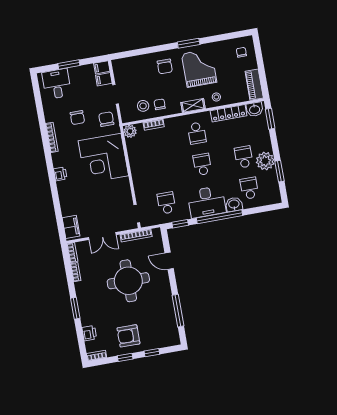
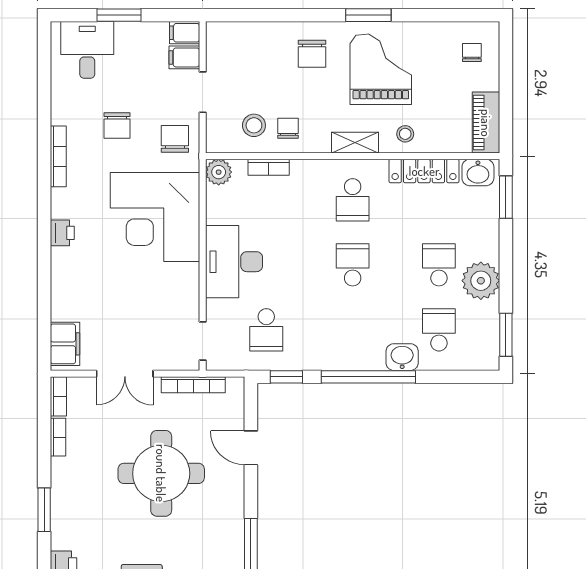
window: (279, 171) -> (506, 335), moved
desk: (207, 202) -> (234, 262), moved, turned 90
school desk: (166, 203) -> (266, 330), turned 180

